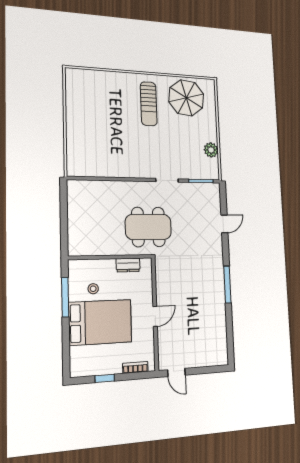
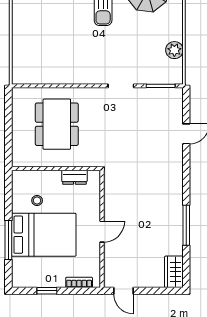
dining table: (148, 227) -> (57, 124), moved, turned 90
window: (227, 284) -> (186, 225), moved
window: (65, 297) -> (8, 240), moved
wardrobe: (220, 351) -> (174, 272), added

